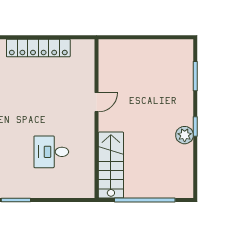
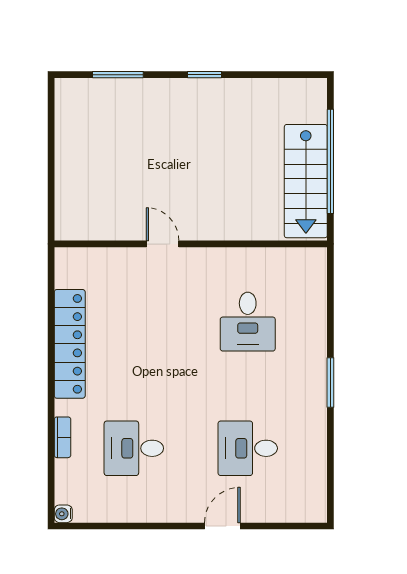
plant: (185, 135) -> (219, 93), removed
stairs: (111, 165) -> (306, 181), moved, turned -90

